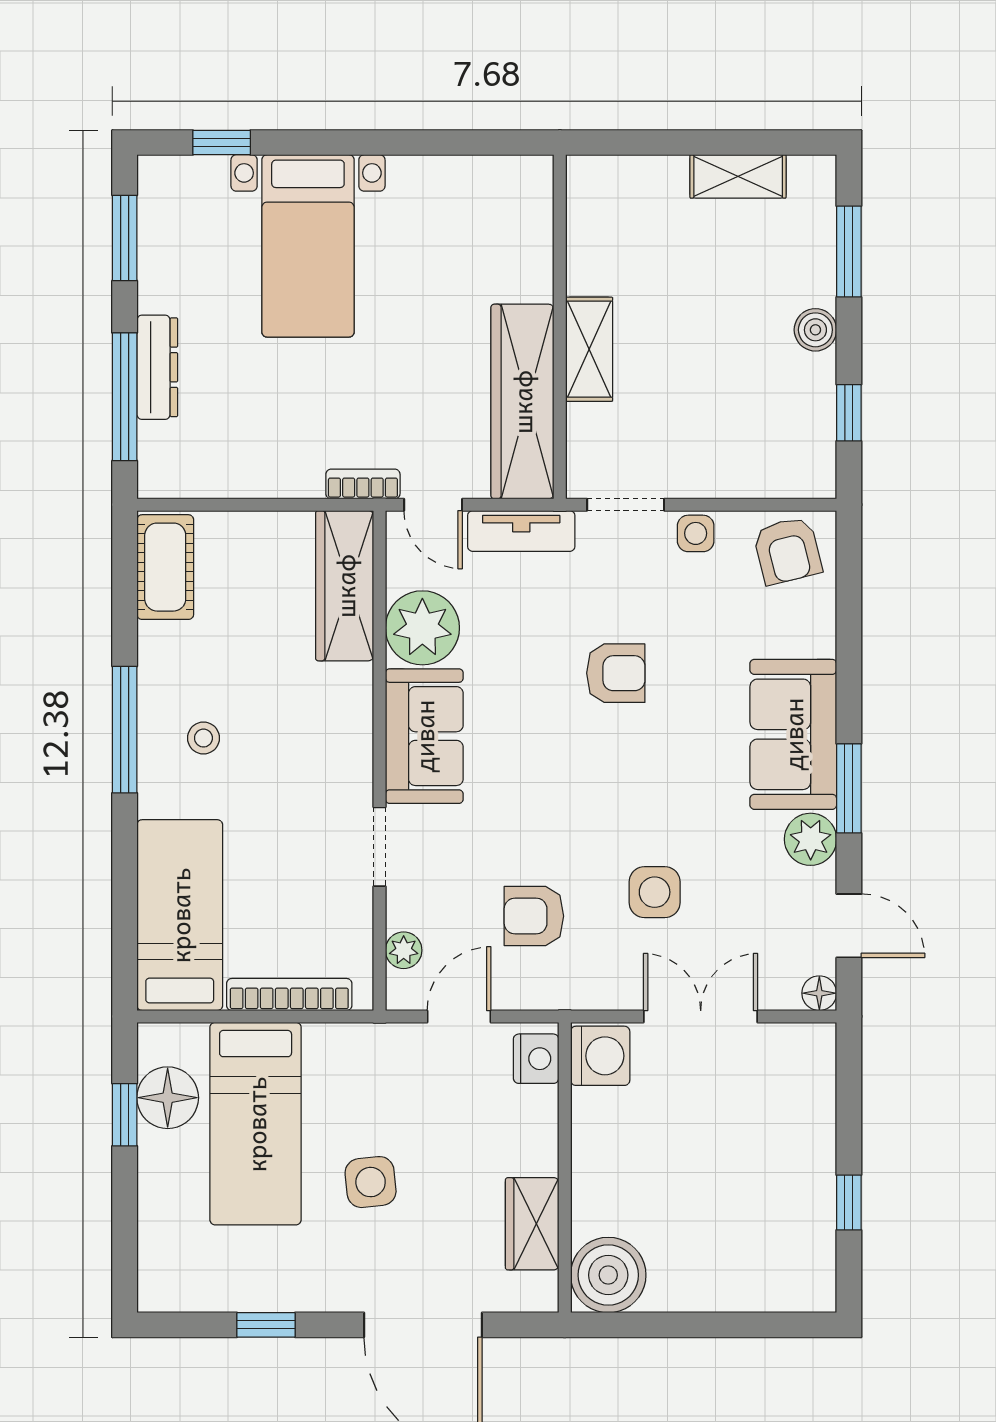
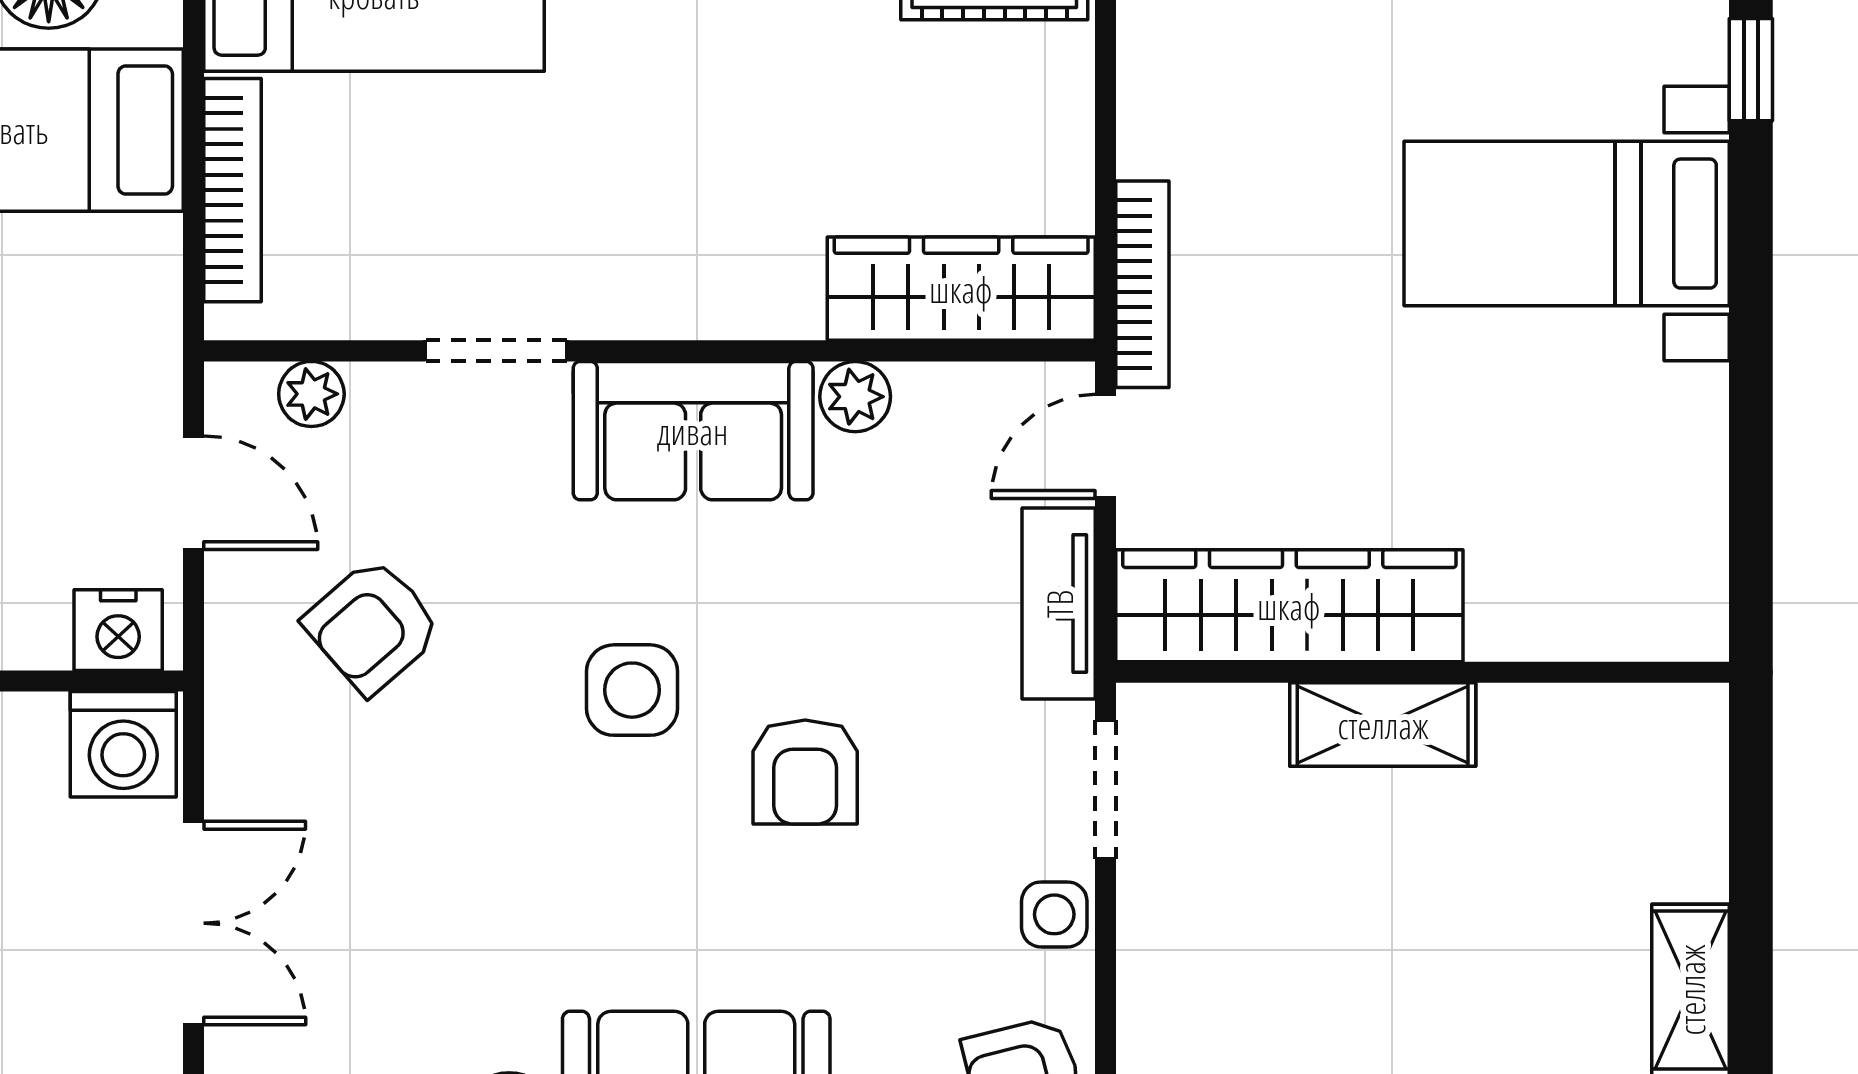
bookcase: (363, 484) -> (1142, 284), width x1.56
plant: (422, 628) -> (855, 397), width x0.53, depth x0.53
stool: (203, 738) -> (690, 37), removed
side table: (655, 892) -> (632, 690), moved
armchair: (534, 916) -> (372, 626), turned -131

